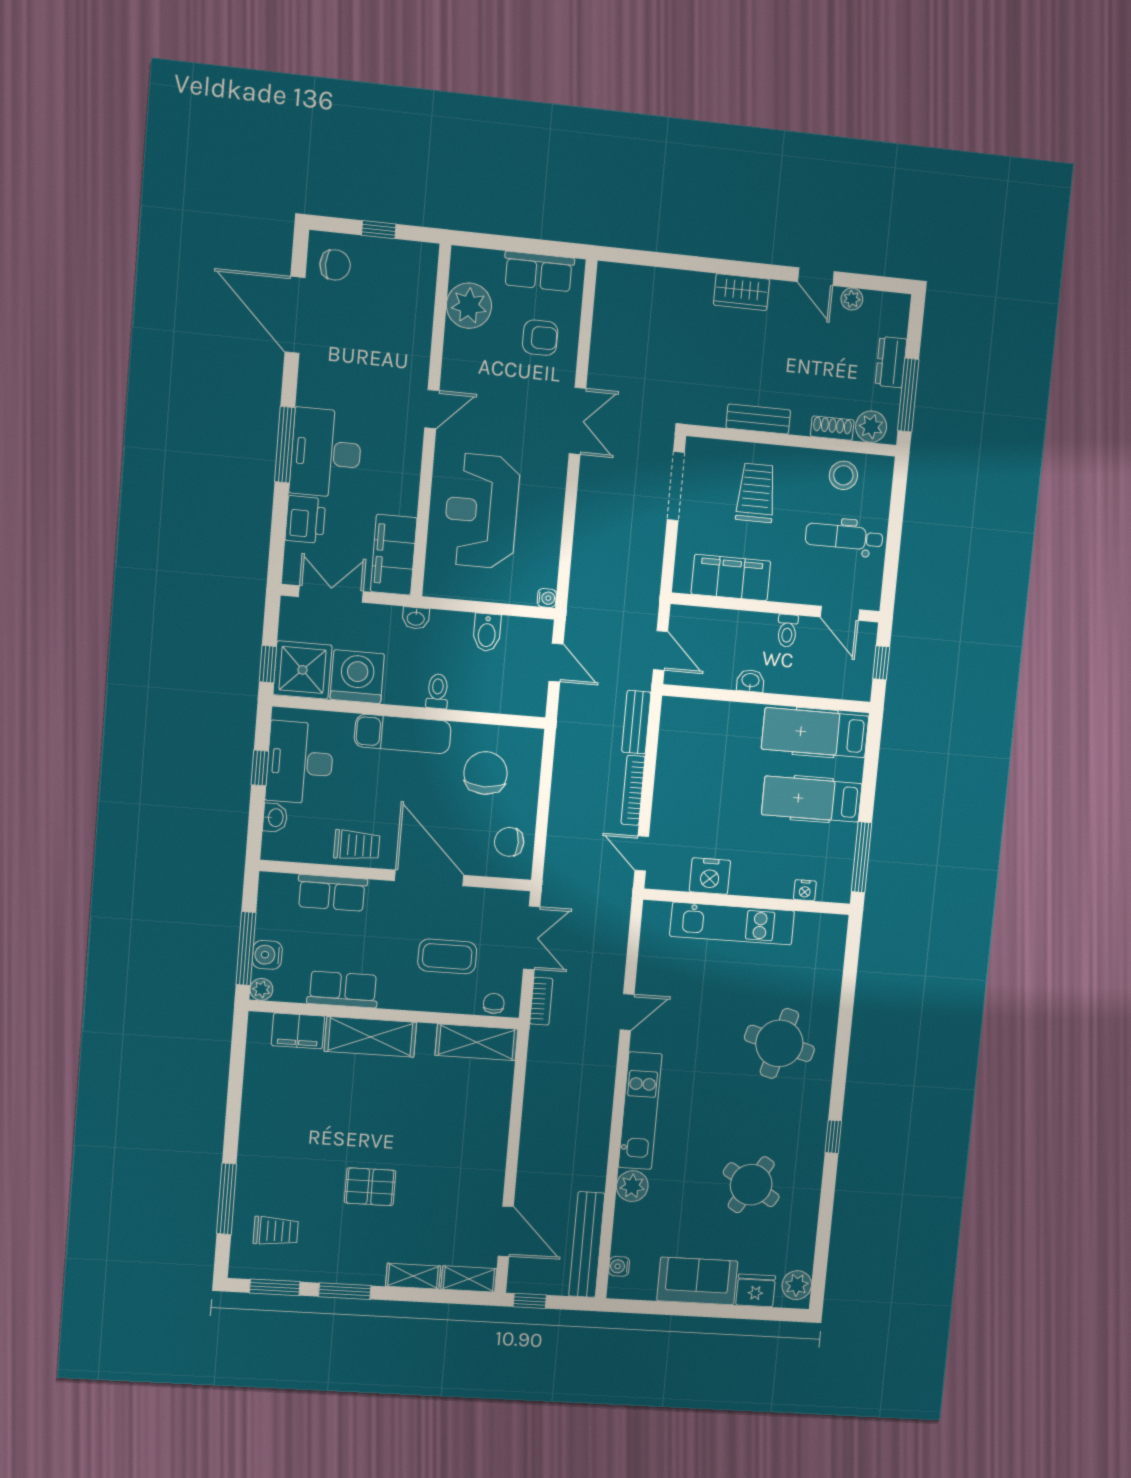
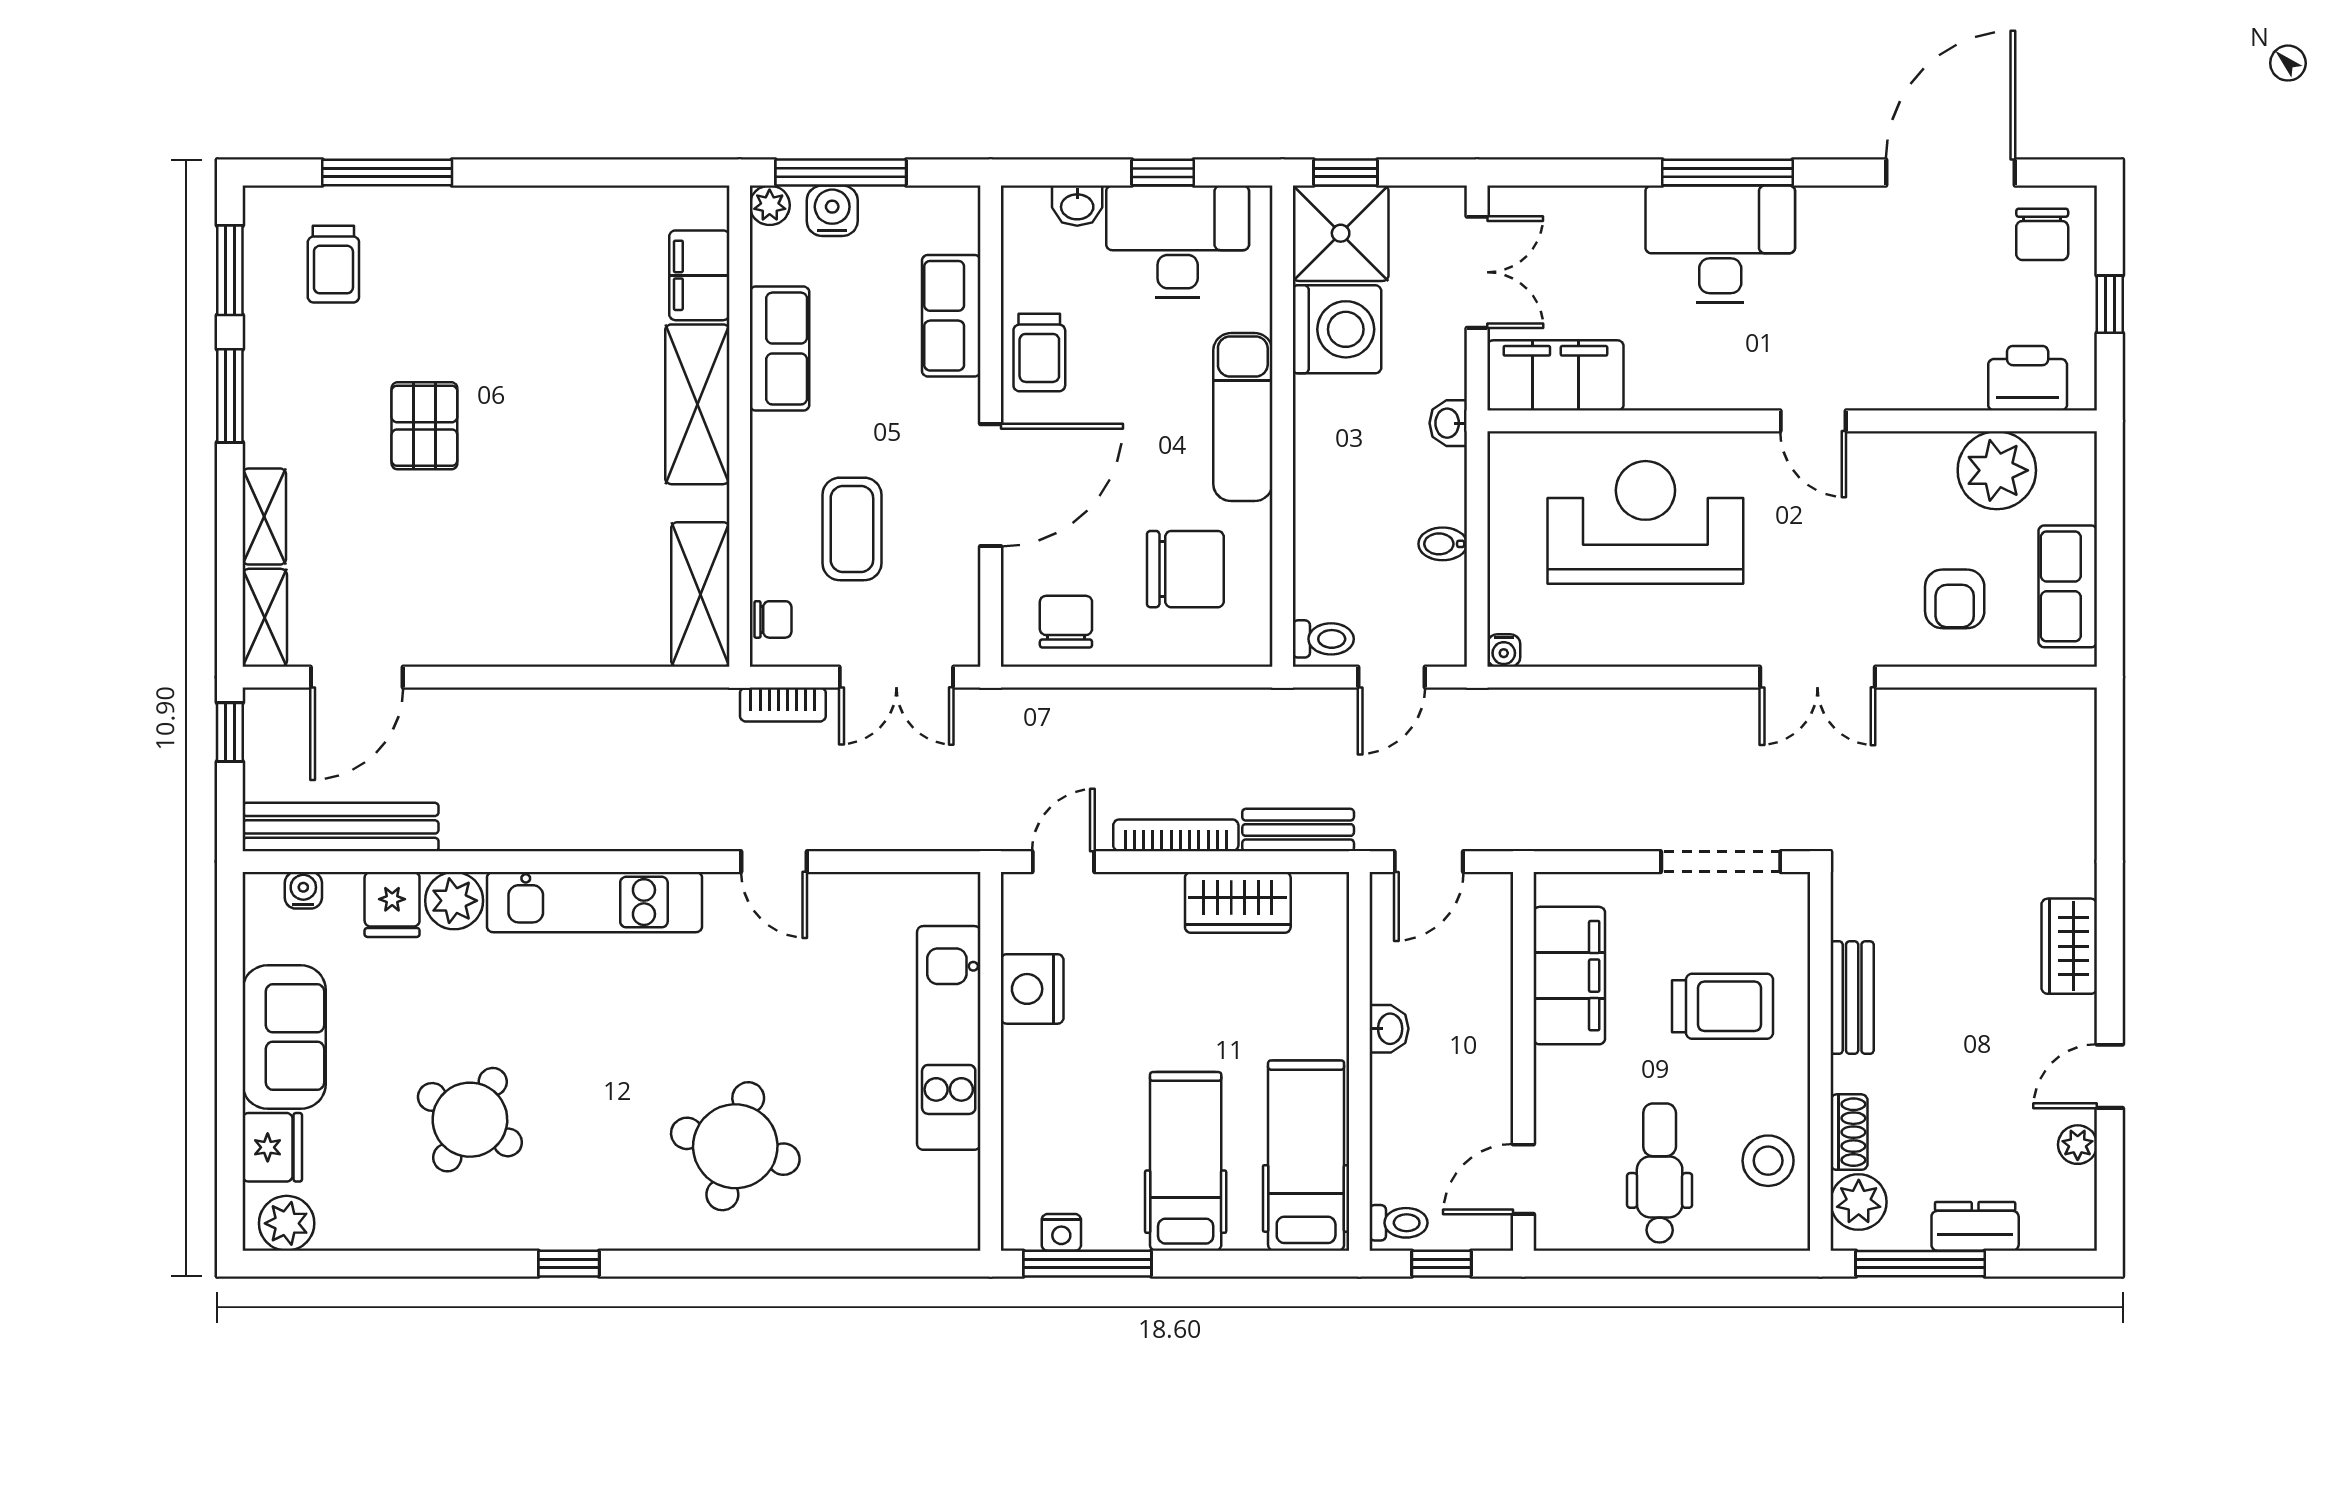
printer: (305, 520) -> (2028, 378), moved, turned 180
toilet: (787, 631) -> (1399, 1223), moved, turned 180
bidet: (487, 632) -> (1443, 544), width x0.72, depth x0.74
toilet: (438, 691) -> (1323, 639), moved
wardrobe: (673, 759) -> (1238, 902), added
nightstand: (805, 890) -> (1061, 1232), moved, turned -90
fridge: (631, 1219) -> (392, 904), added

